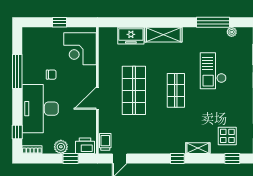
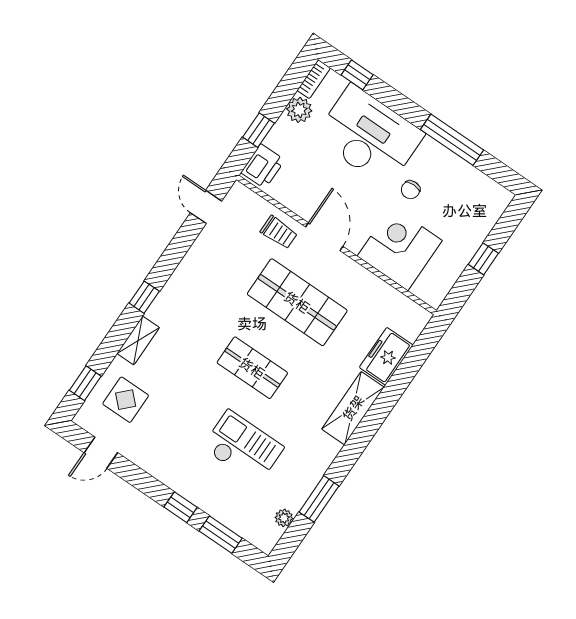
window: (213, 22) -> (319, 499), width x0.69
corner desk: (80, 49) -> (400, 248), moved
trolley: (105, 142) -> (279, 232), moved
plant: (61, 147) -> (299, 110), moved

